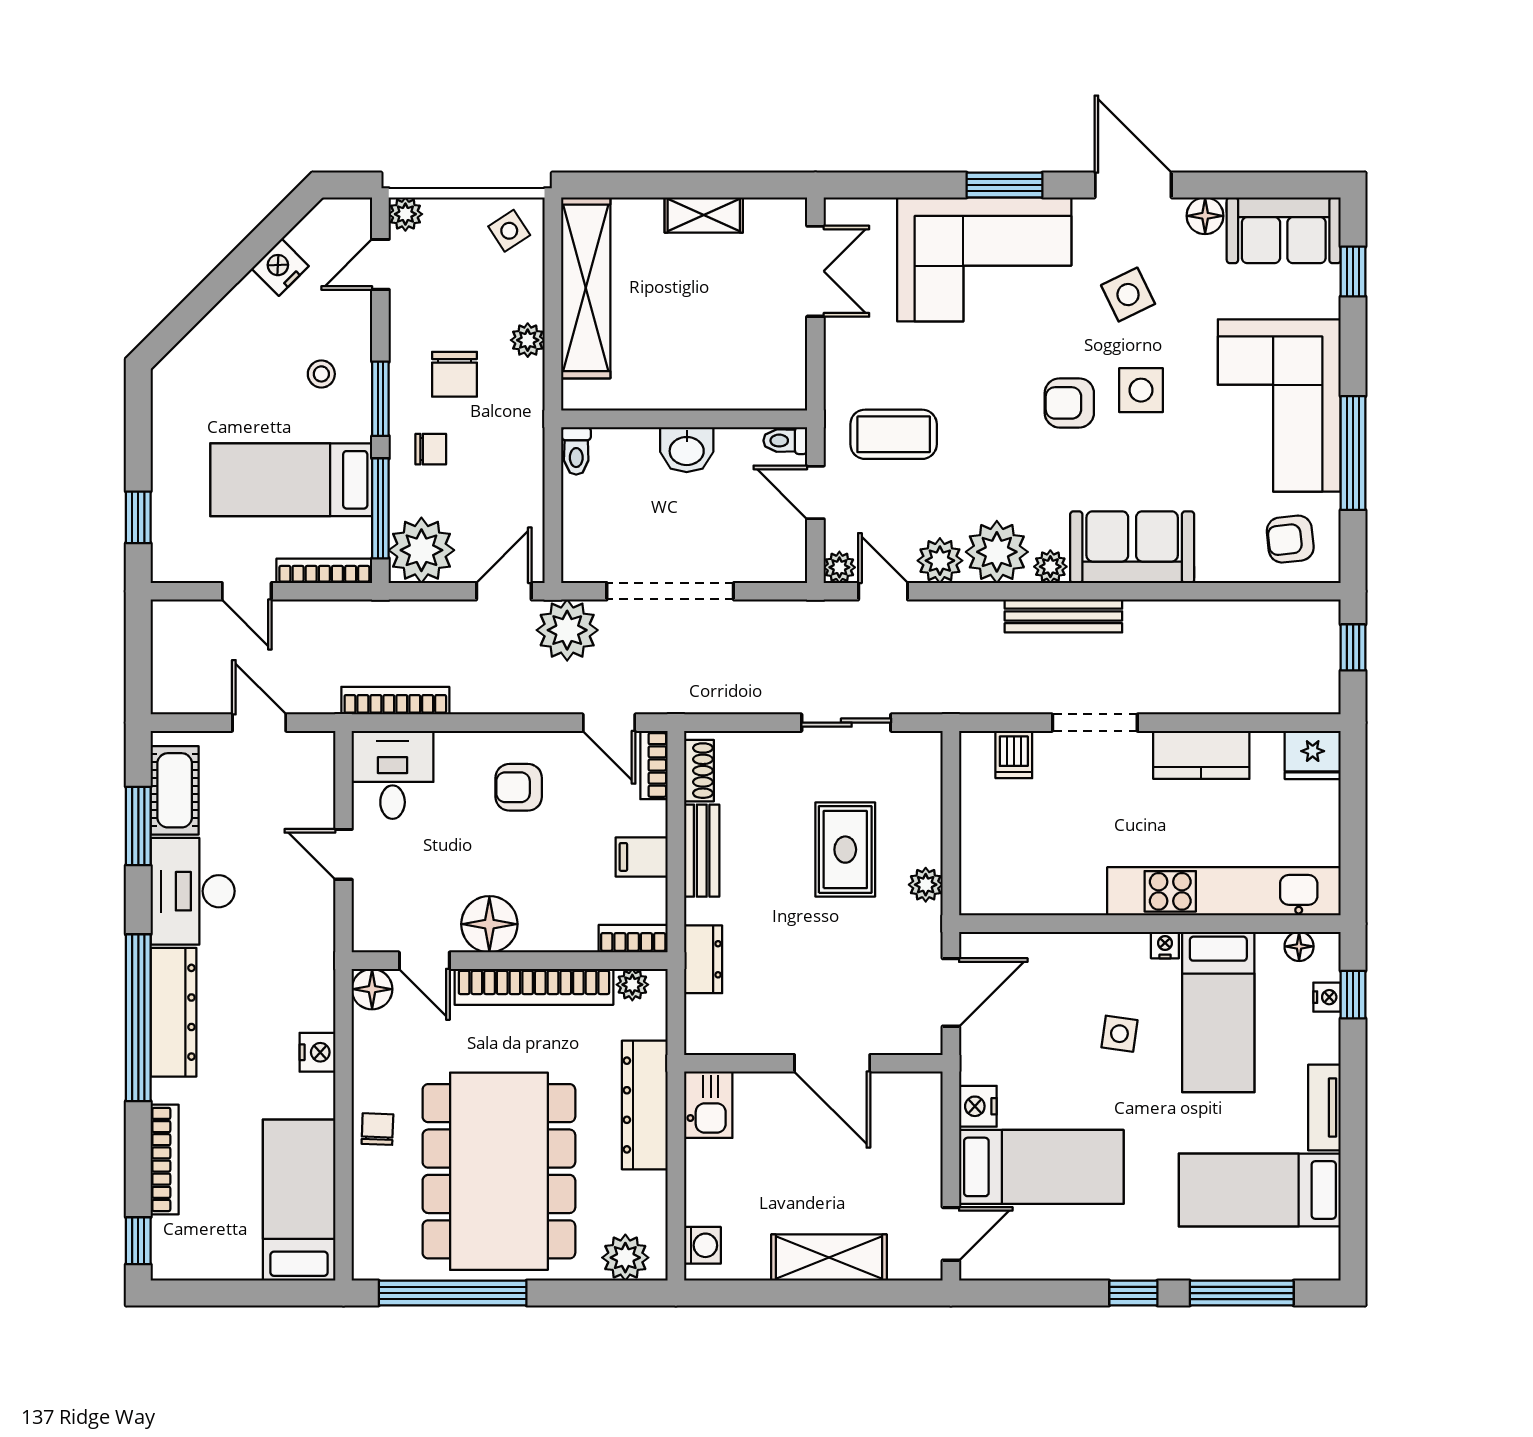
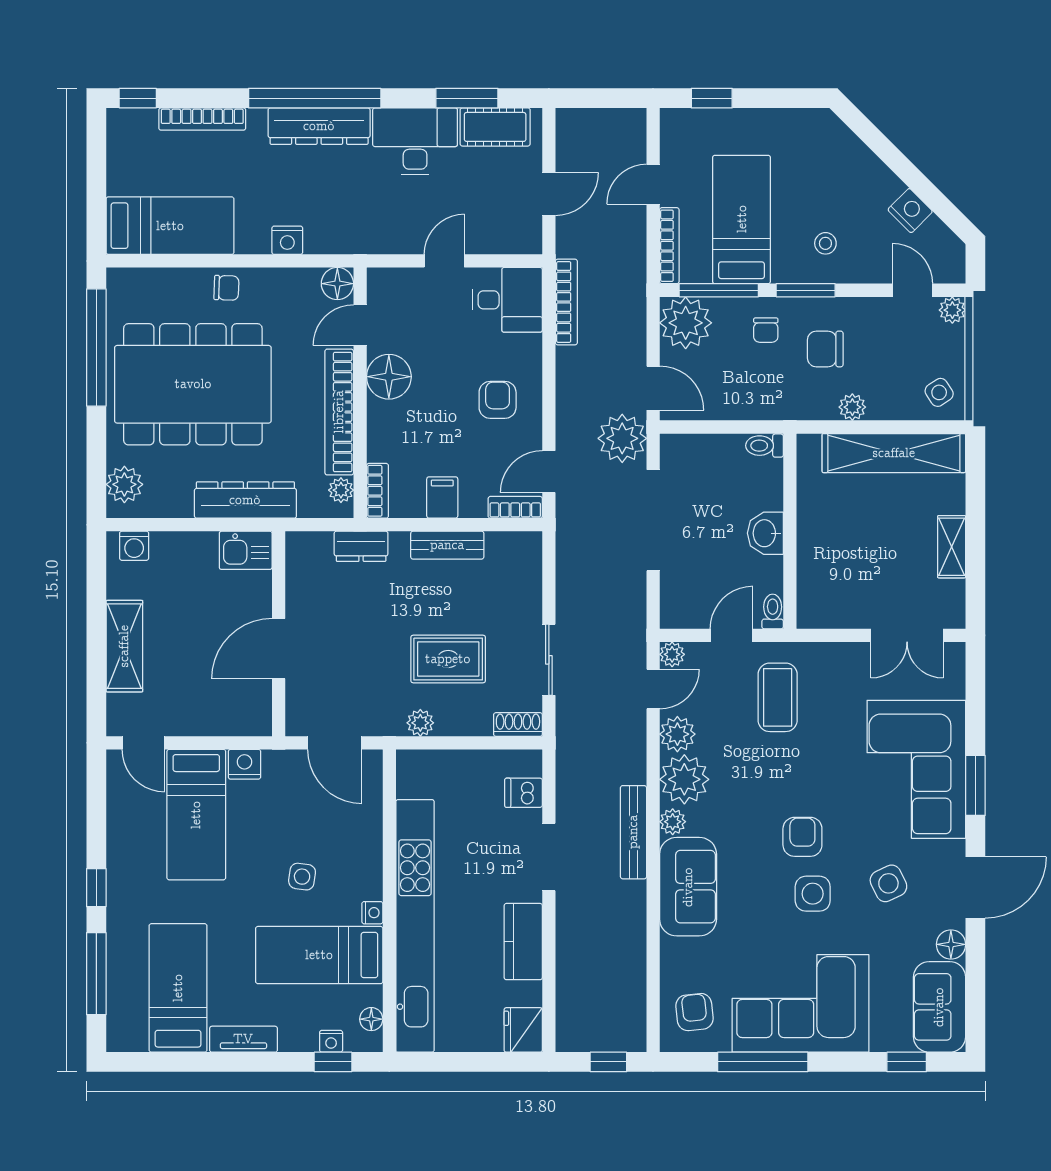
shoe rack: (699, 771) -> (518, 724), moved, turned 180
kitchen unit: (1224, 891) -> (415, 926), width x1.36

